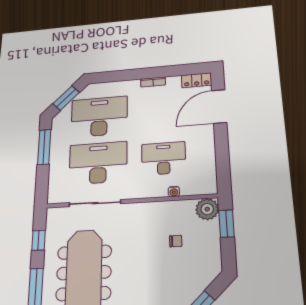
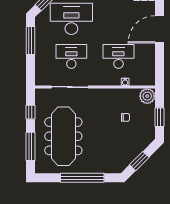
door: (219, 106) -> (159, 29), moved
desk: (98, 163) -> (71, 56), width x0.73, depth x0.77
window: (226, 224) -> (159, 117), moved

